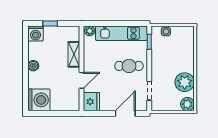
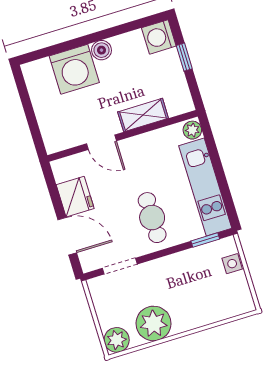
washing machine: (39, 100) -> (74, 69), moved
fridge: (91, 102) -> (75, 197), moved, turned -90

